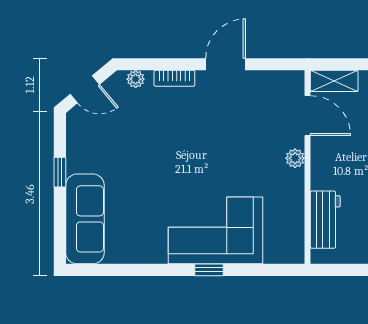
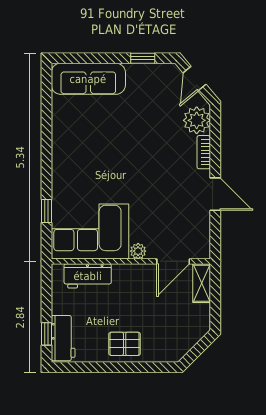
plant: (136, 79) -> (197, 120), width x1.88, depth x1.88
window: (60, 172) -> (143, 58), moved
corner sofa: (216, 230) -> (90, 231), moved, turned -90
window: (209, 270) -> (46, 211), moved

